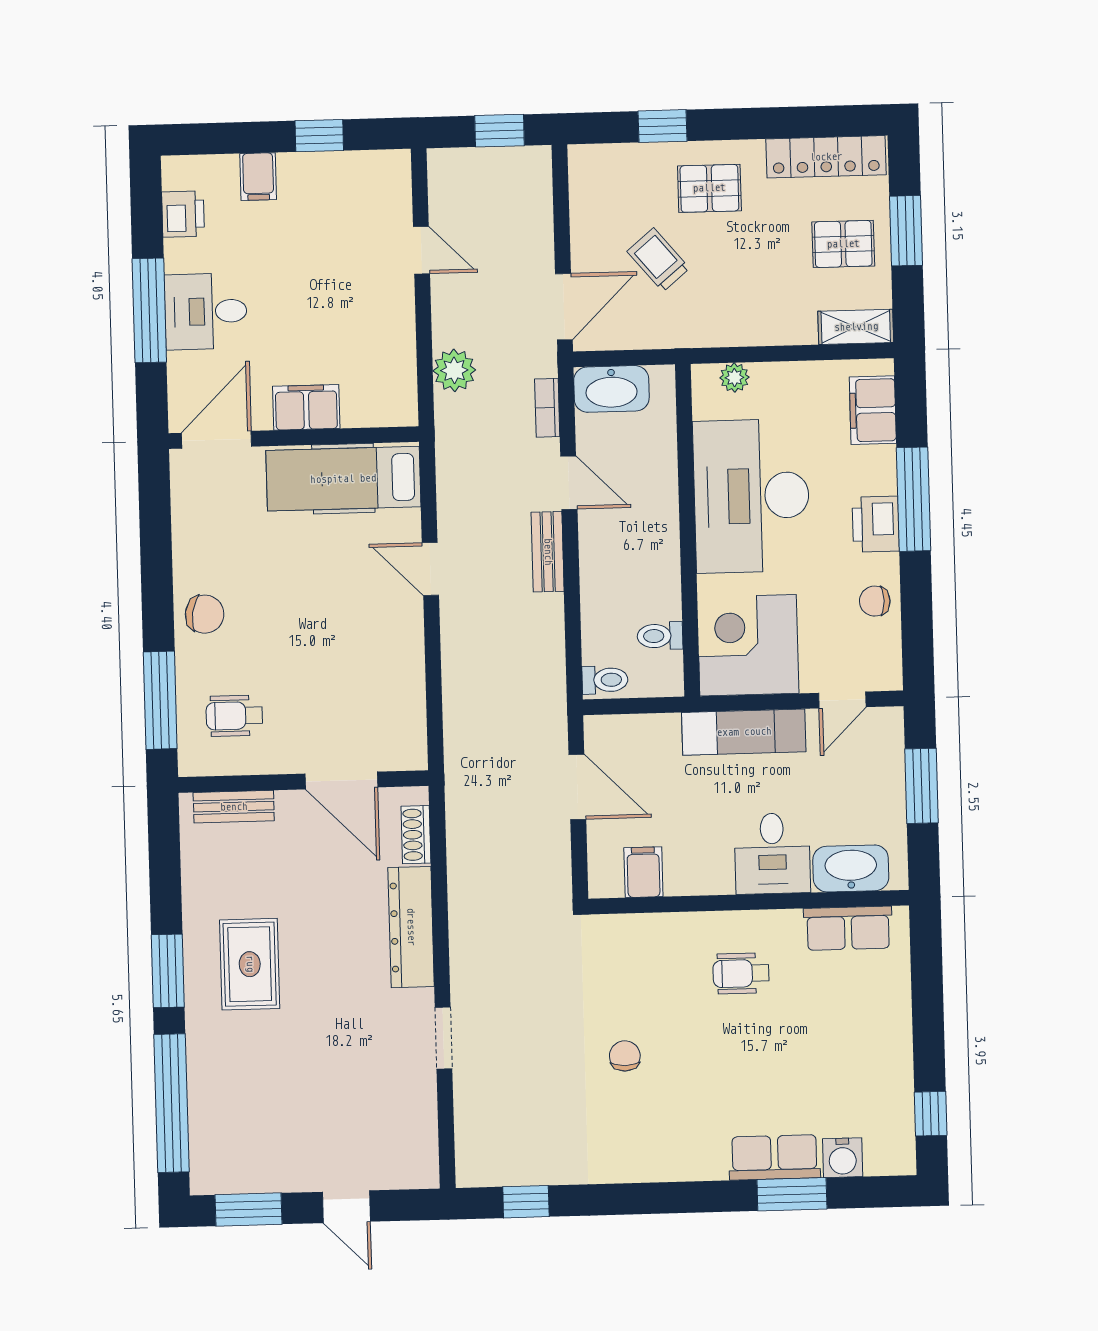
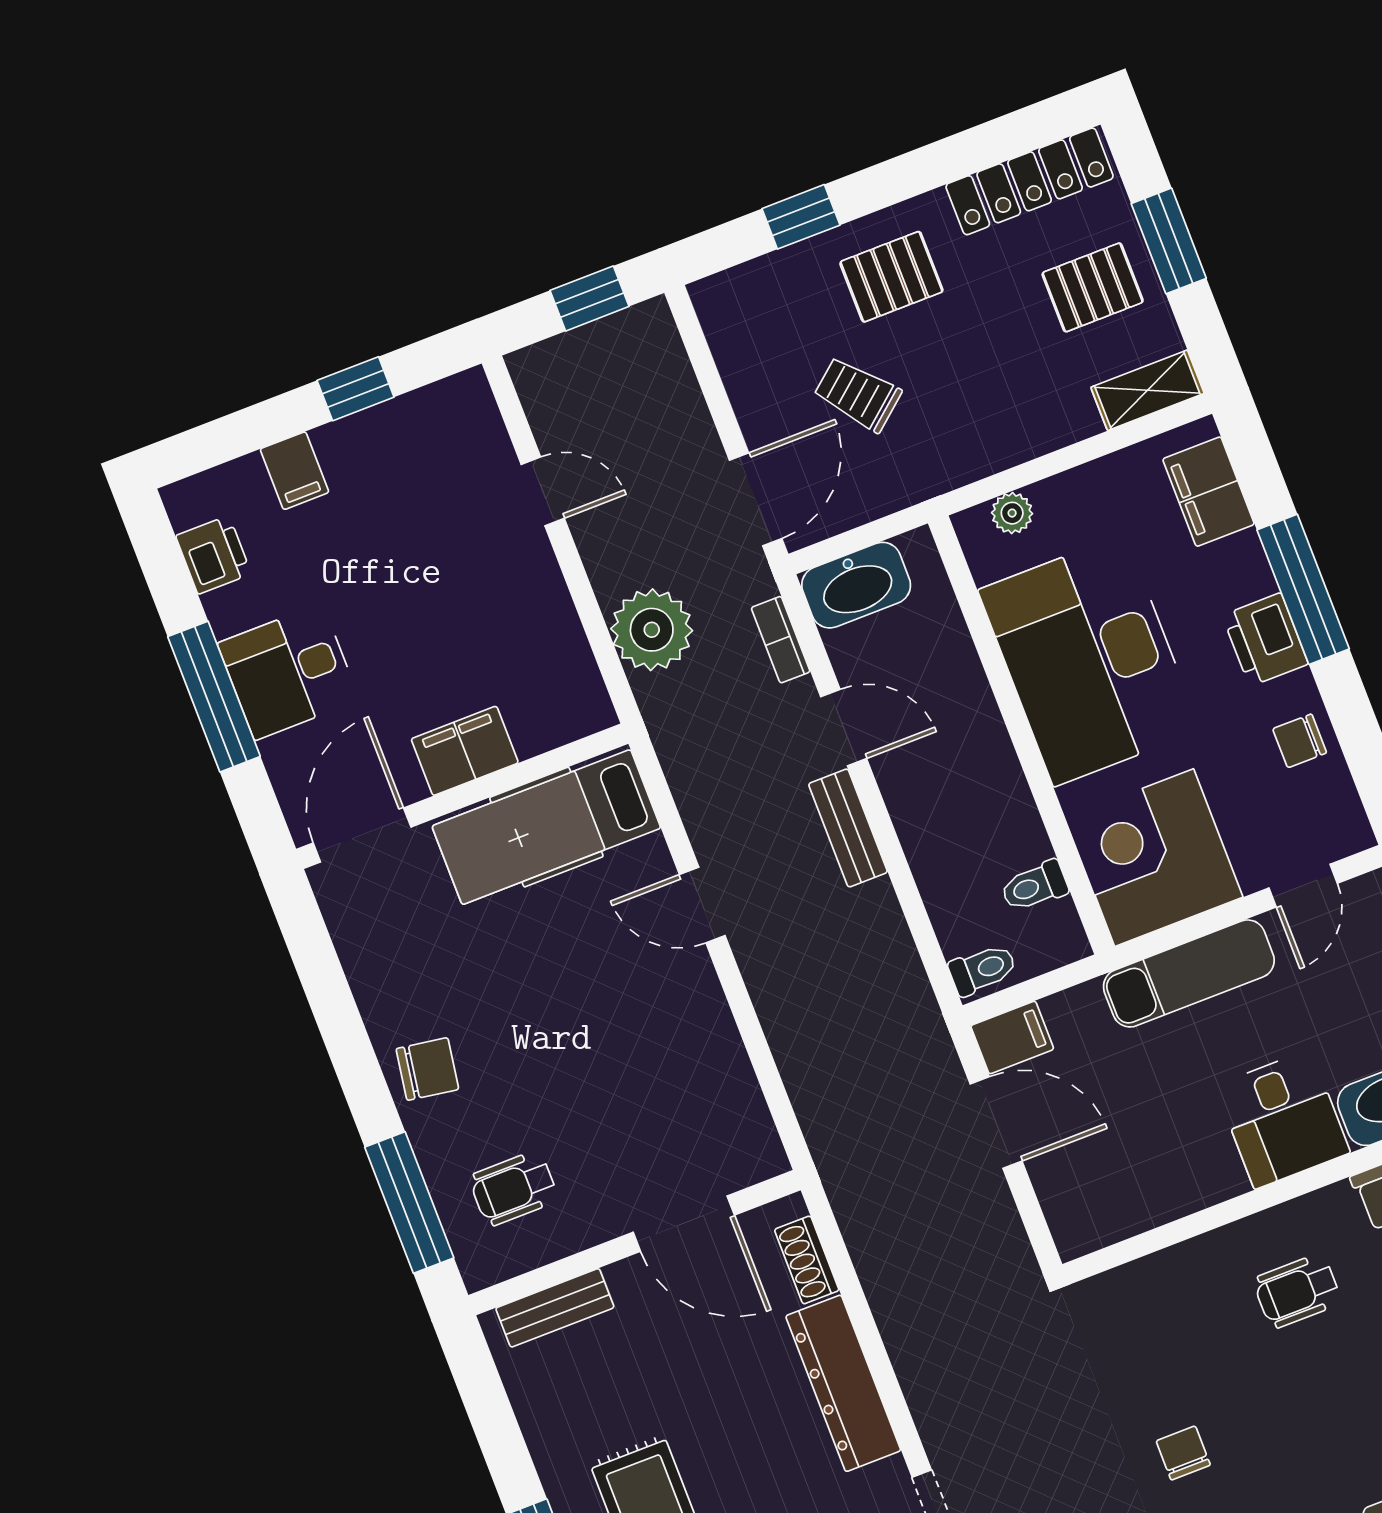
plant: (454, 370) -> (652, 630), width x1.36, depth x1.36
filing cabinet: (643, 872) -> (1012, 1037), moved, turned 90

